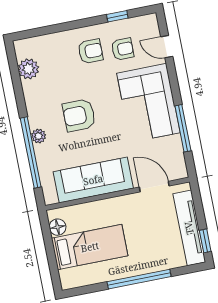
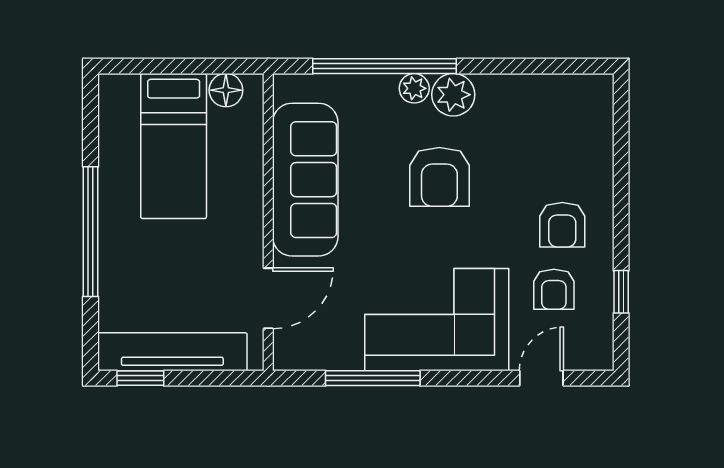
plant: (29, 69) -> (453, 95), moved
armchair: (79, 115) -> (439, 177), turned 180

